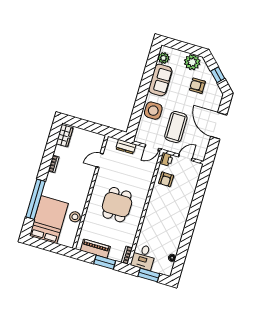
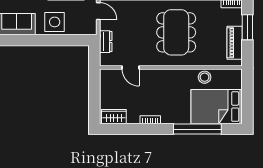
dining table: (117, 205) -> (176, 32), width x1.38

